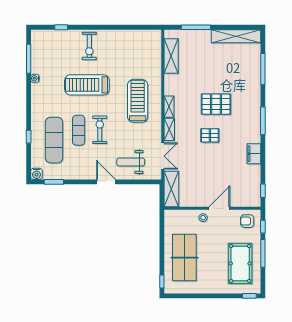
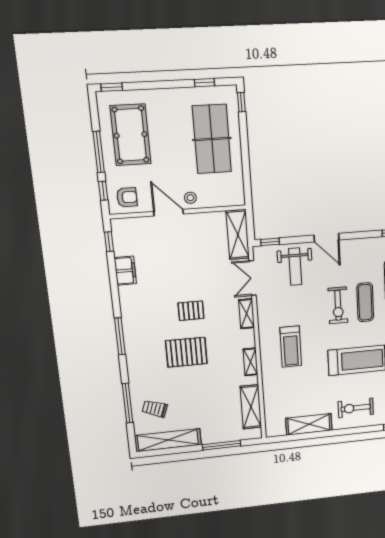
shelving: (127, 37) -> (309, 424), added
exercise bike: (89, 46) -> (356, 408), turned -90
trolley: (243, 62) -> (155, 409), added
treadmill: (138, 101) -> (291, 347), width x0.73, depth x0.73
shelving: (169, 107) -> (250, 362), moved
filing cabinet: (254, 154) -> (125, 271), moved
weight bench: (131, 162) -> (295, 267), turned 90
window: (148, 182) -> (270, 242), added
door: (219, 208) -> (169, 213), swing flipped
window: (186, 296) -> (204, 83), added

